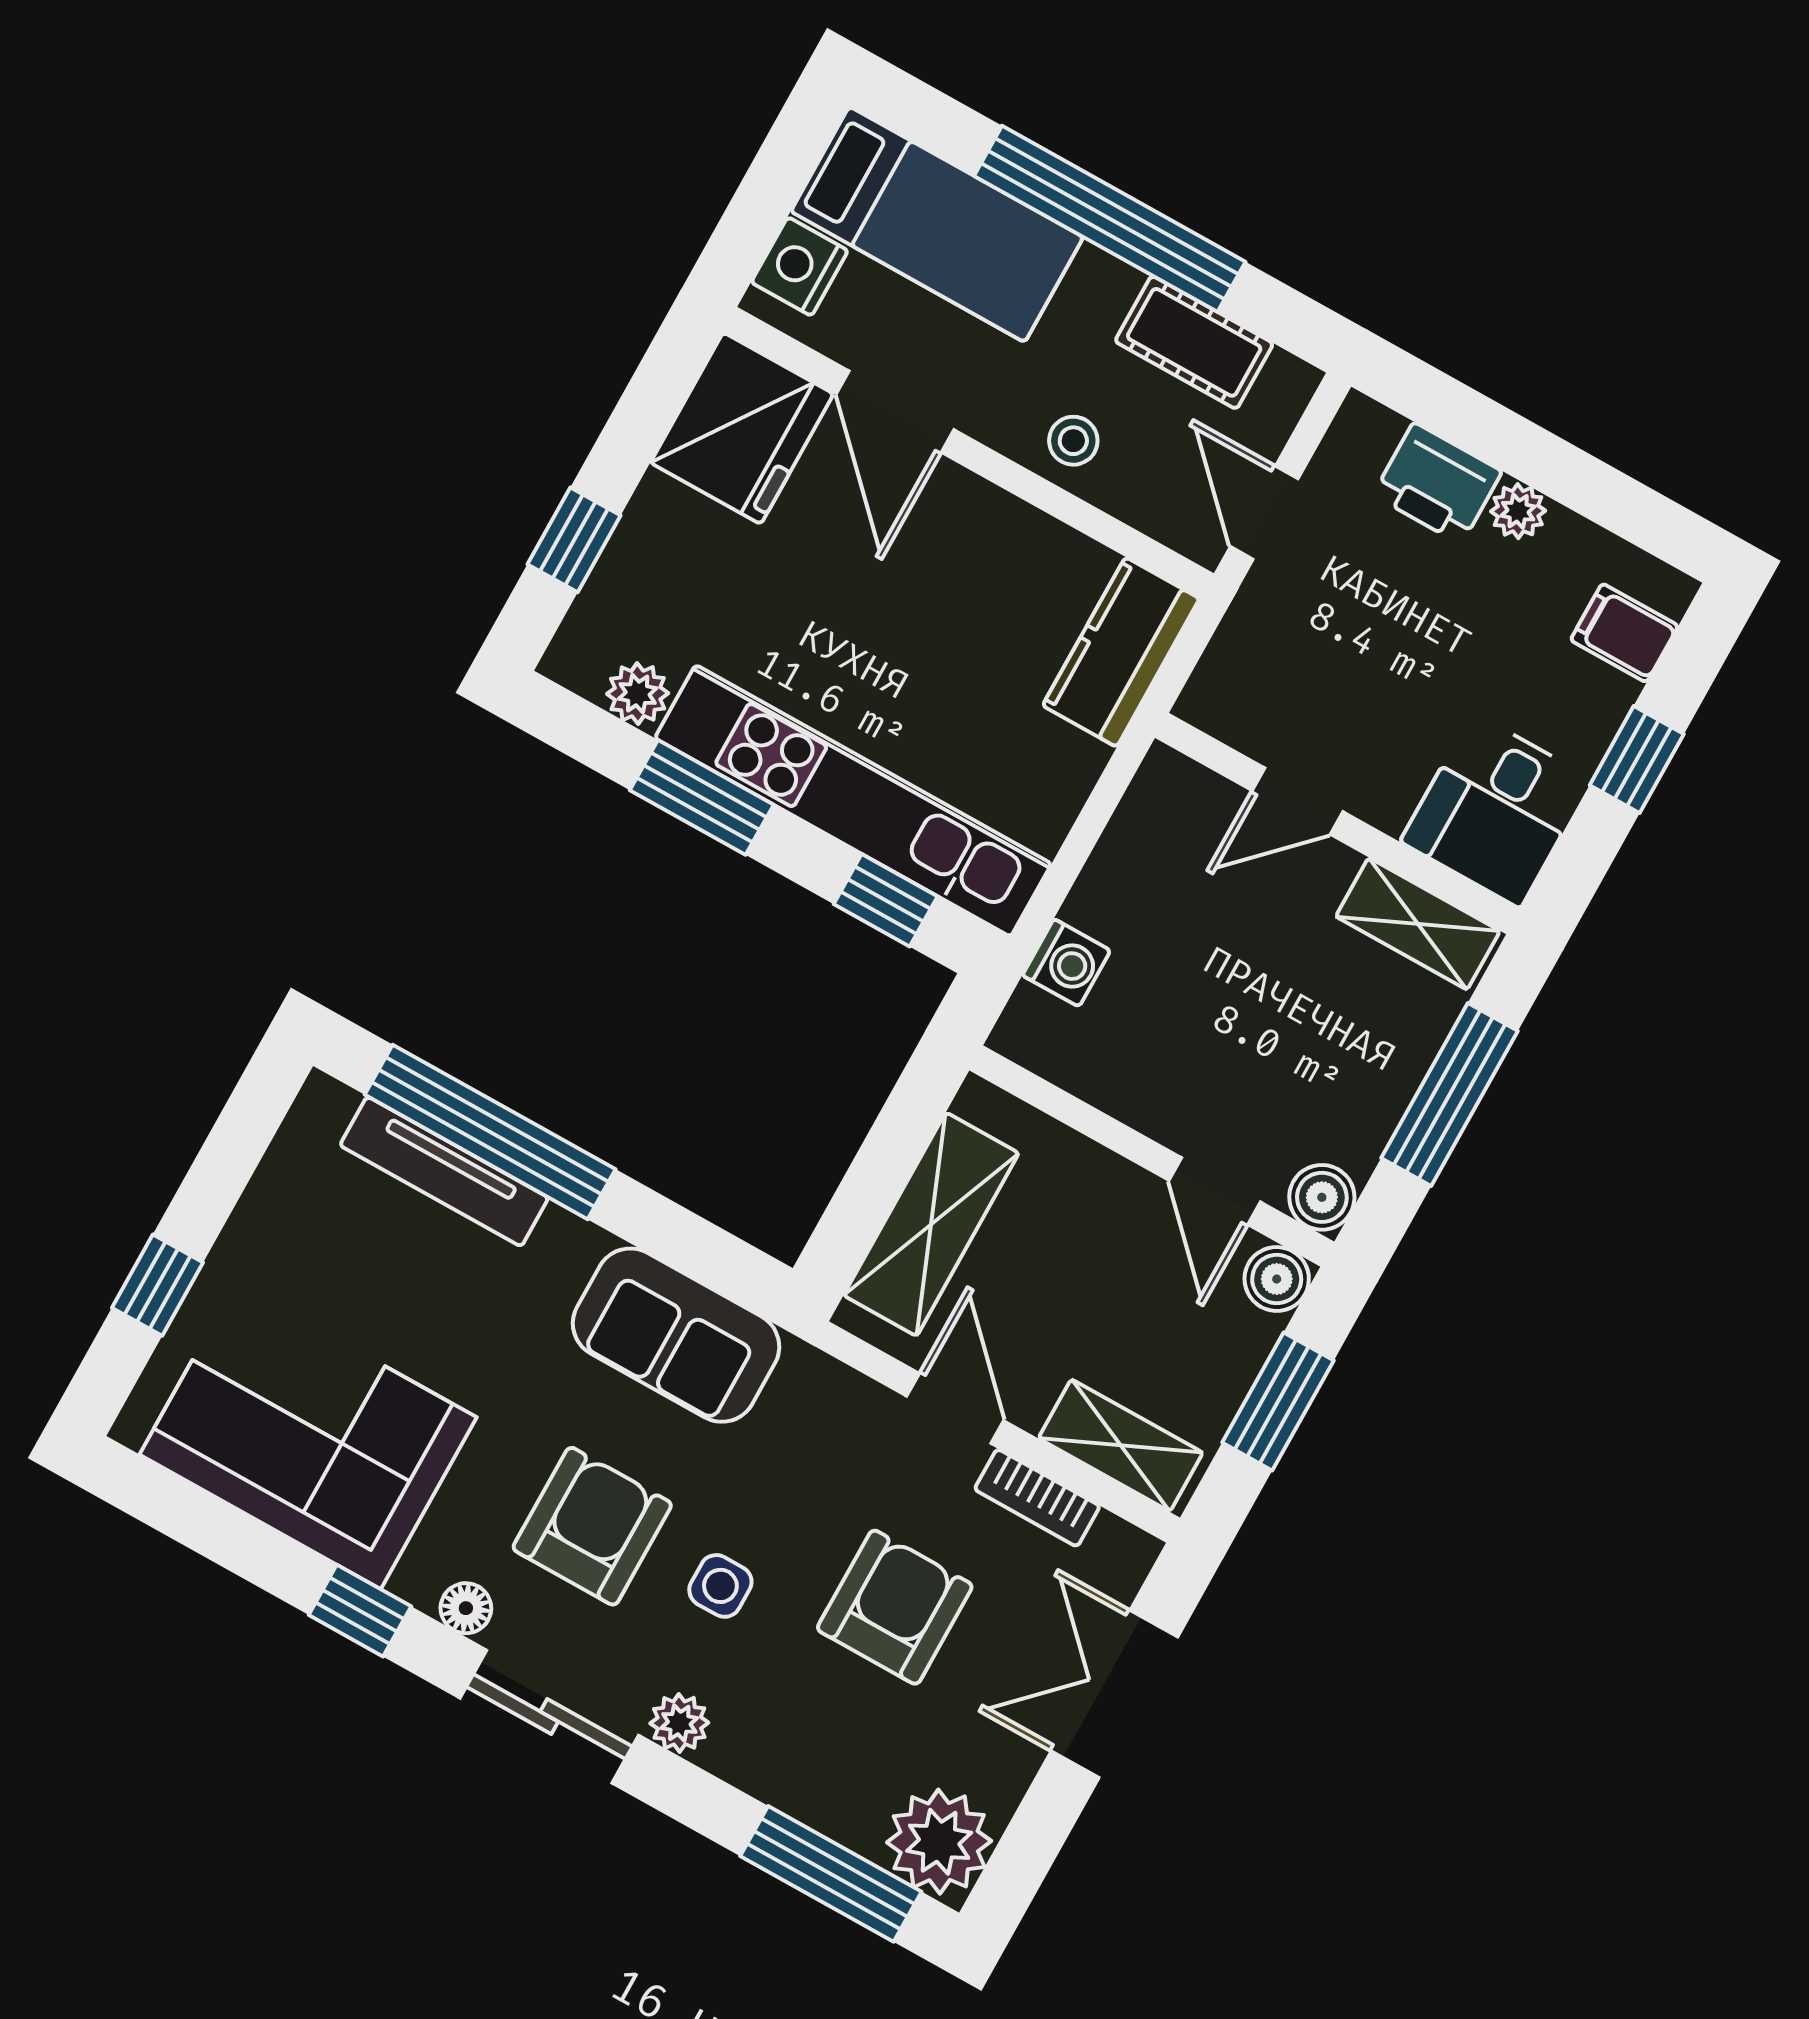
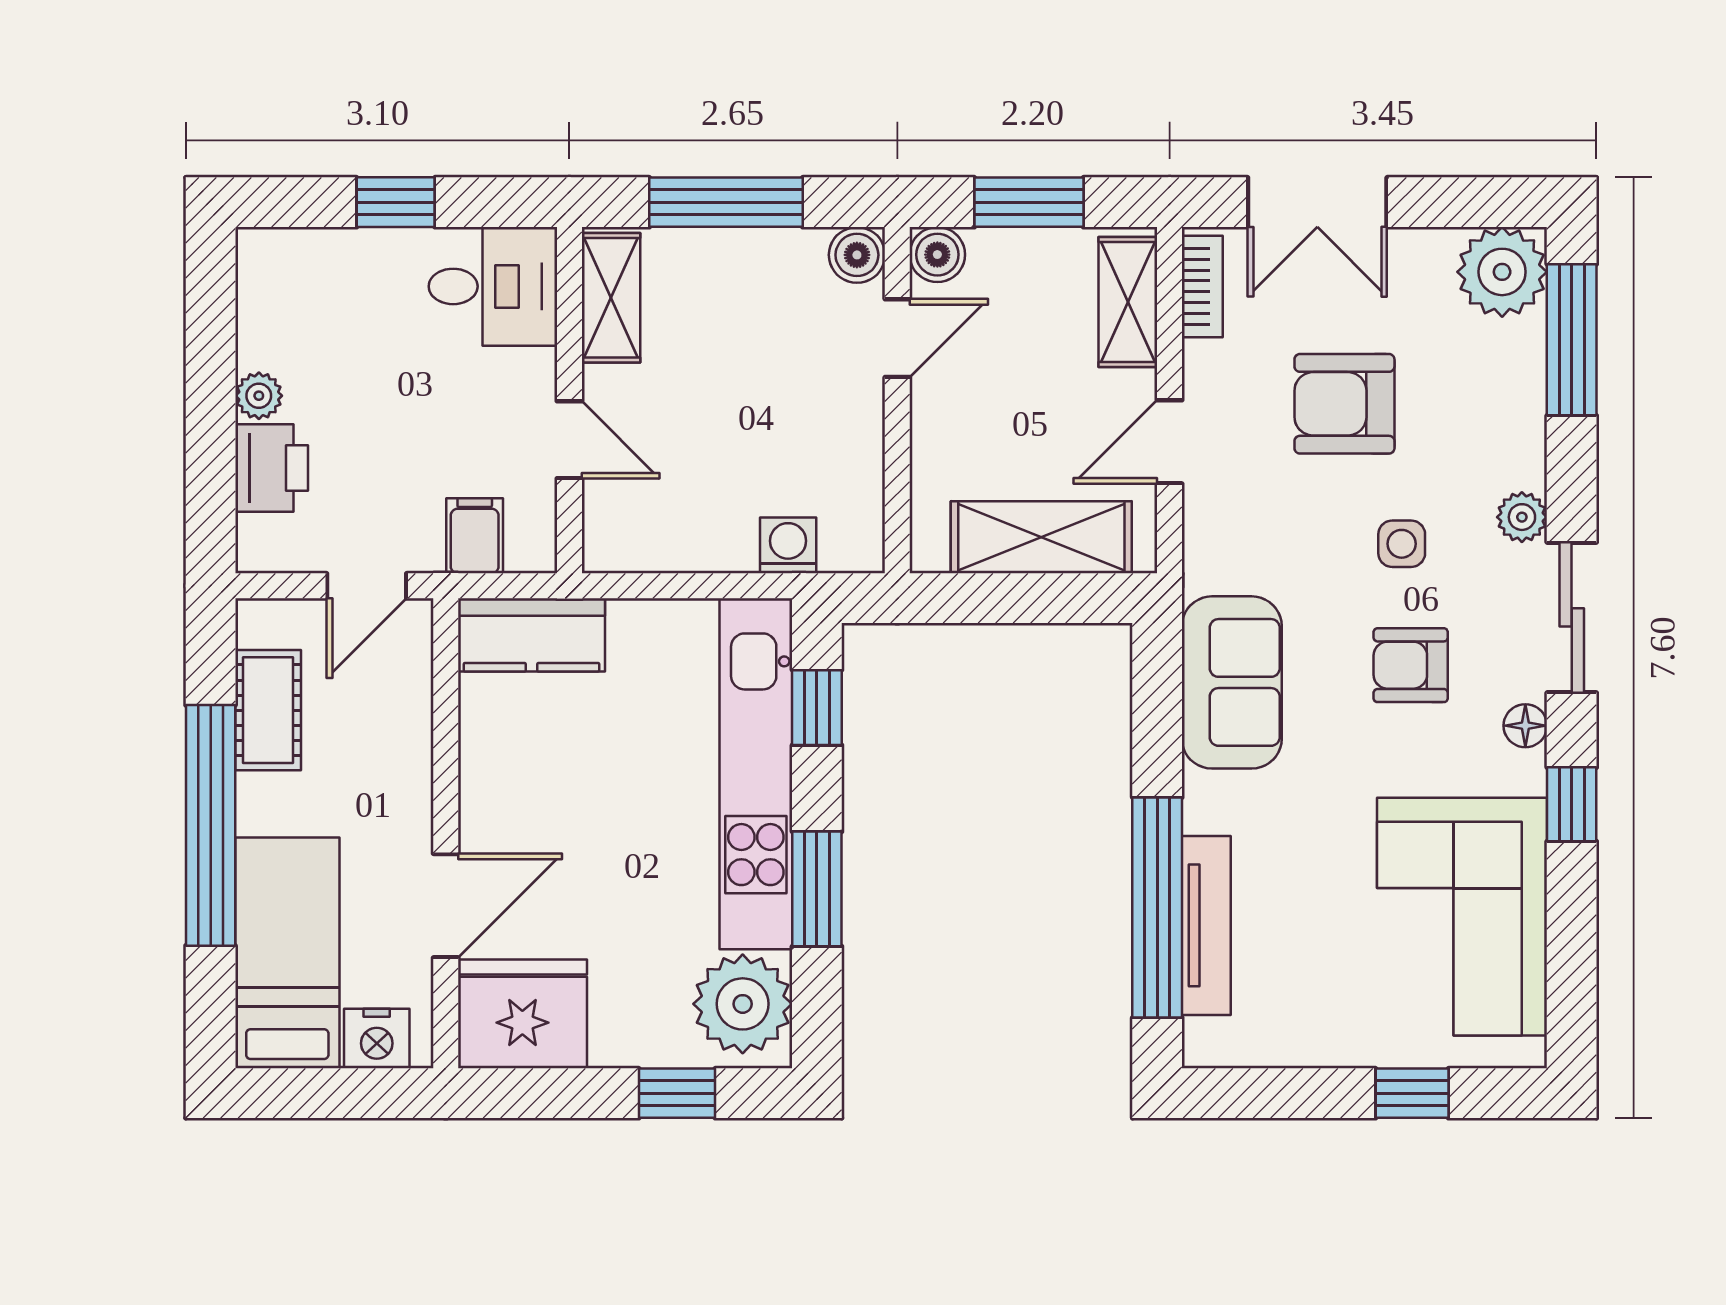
stool: (1073, 441) -> (393, 760), removed
filing cabinet: (1624, 633) -> (475, 536), moved, turned 180
plant: (638, 694) -> (743, 1004), width x1.88, depth x1.88
bookcase: (1037, 1498) -> (1202, 286), moved
armchair: (592, 1526) -> (1411, 665), width x0.72, depth x0.72

